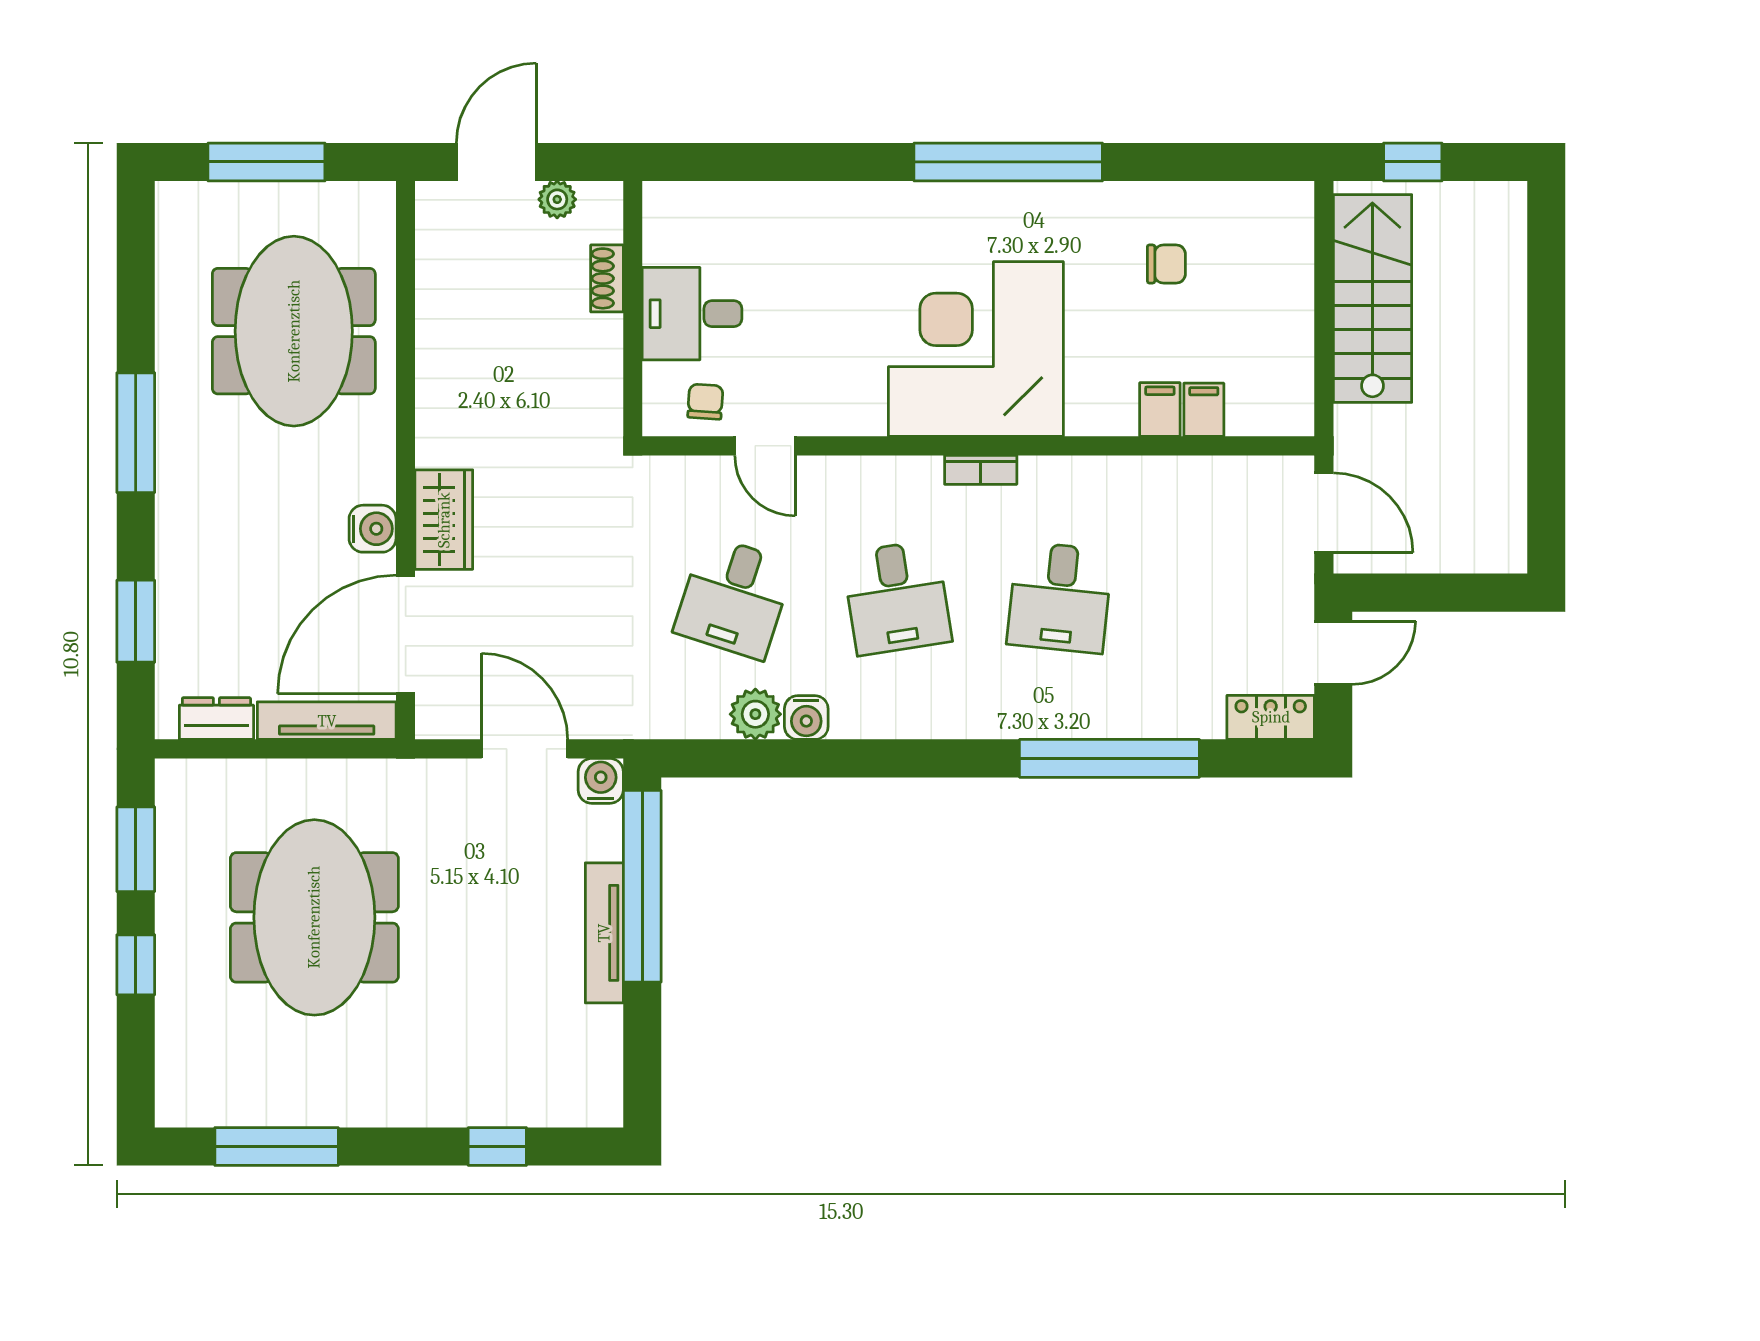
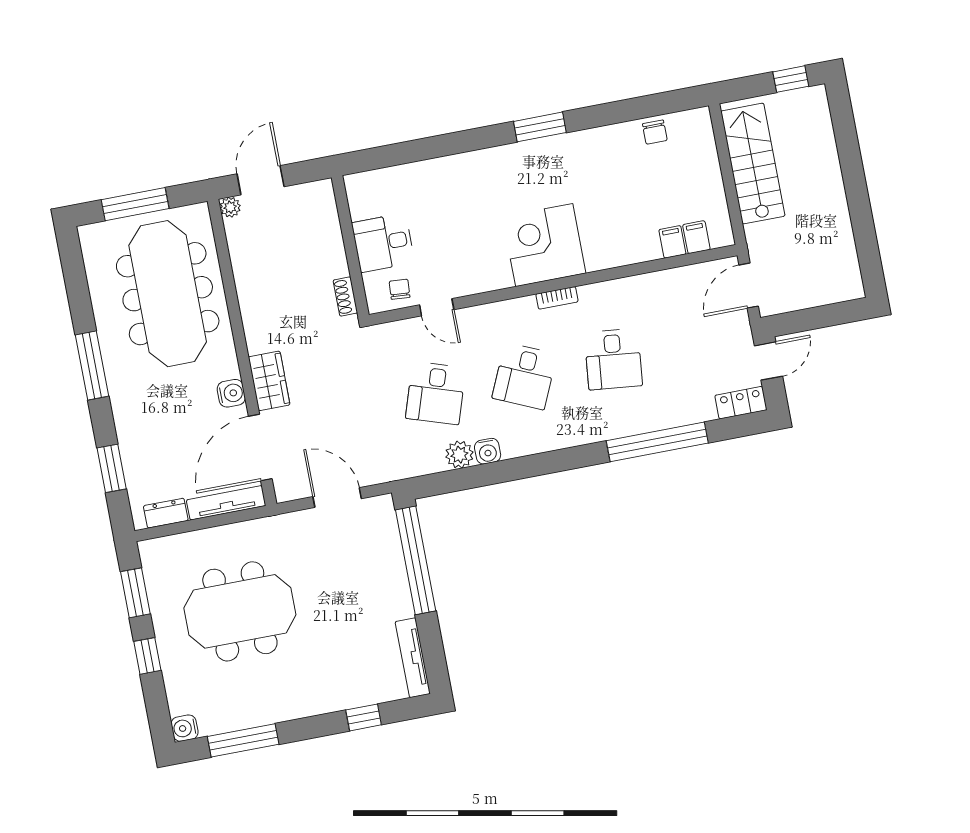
window: (1008, 162) -> (540, 127), width x0.47
window: (1413, 162) -> (791, 79), moved
plant: (557, 199) -> (230, 207), moved
chair: (1166, 264) -> (655, 132), moved, turned 90
shoe rack: (607, 278) -> (345, 297), moved
meeting table: (294, 331) -> (168, 294), width x1.36
corner desk: (976, 349) -> (544, 245), width x0.74, depth x0.74
filing cabinet: (1160, 410) -> (696, 237), moved
door: (1324, 513) -> (749, 286), swing flipped
desk: (897, 597) -> (524, 376), turned 33
water cooler: (601, 781) -> (185, 728), moved, turned -90
meeting table: (314, 917) -> (240, 611), turned 90
tv unit: (604, 933) -> (413, 658), moved

